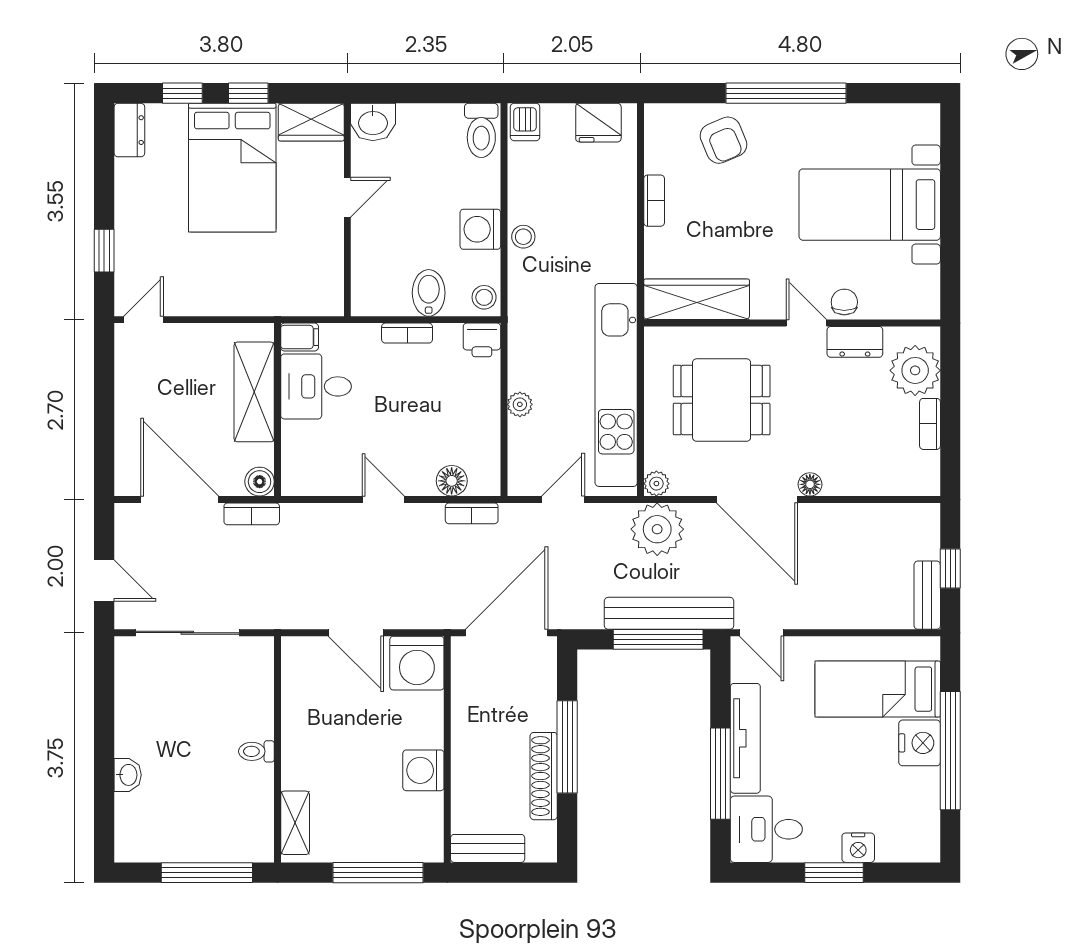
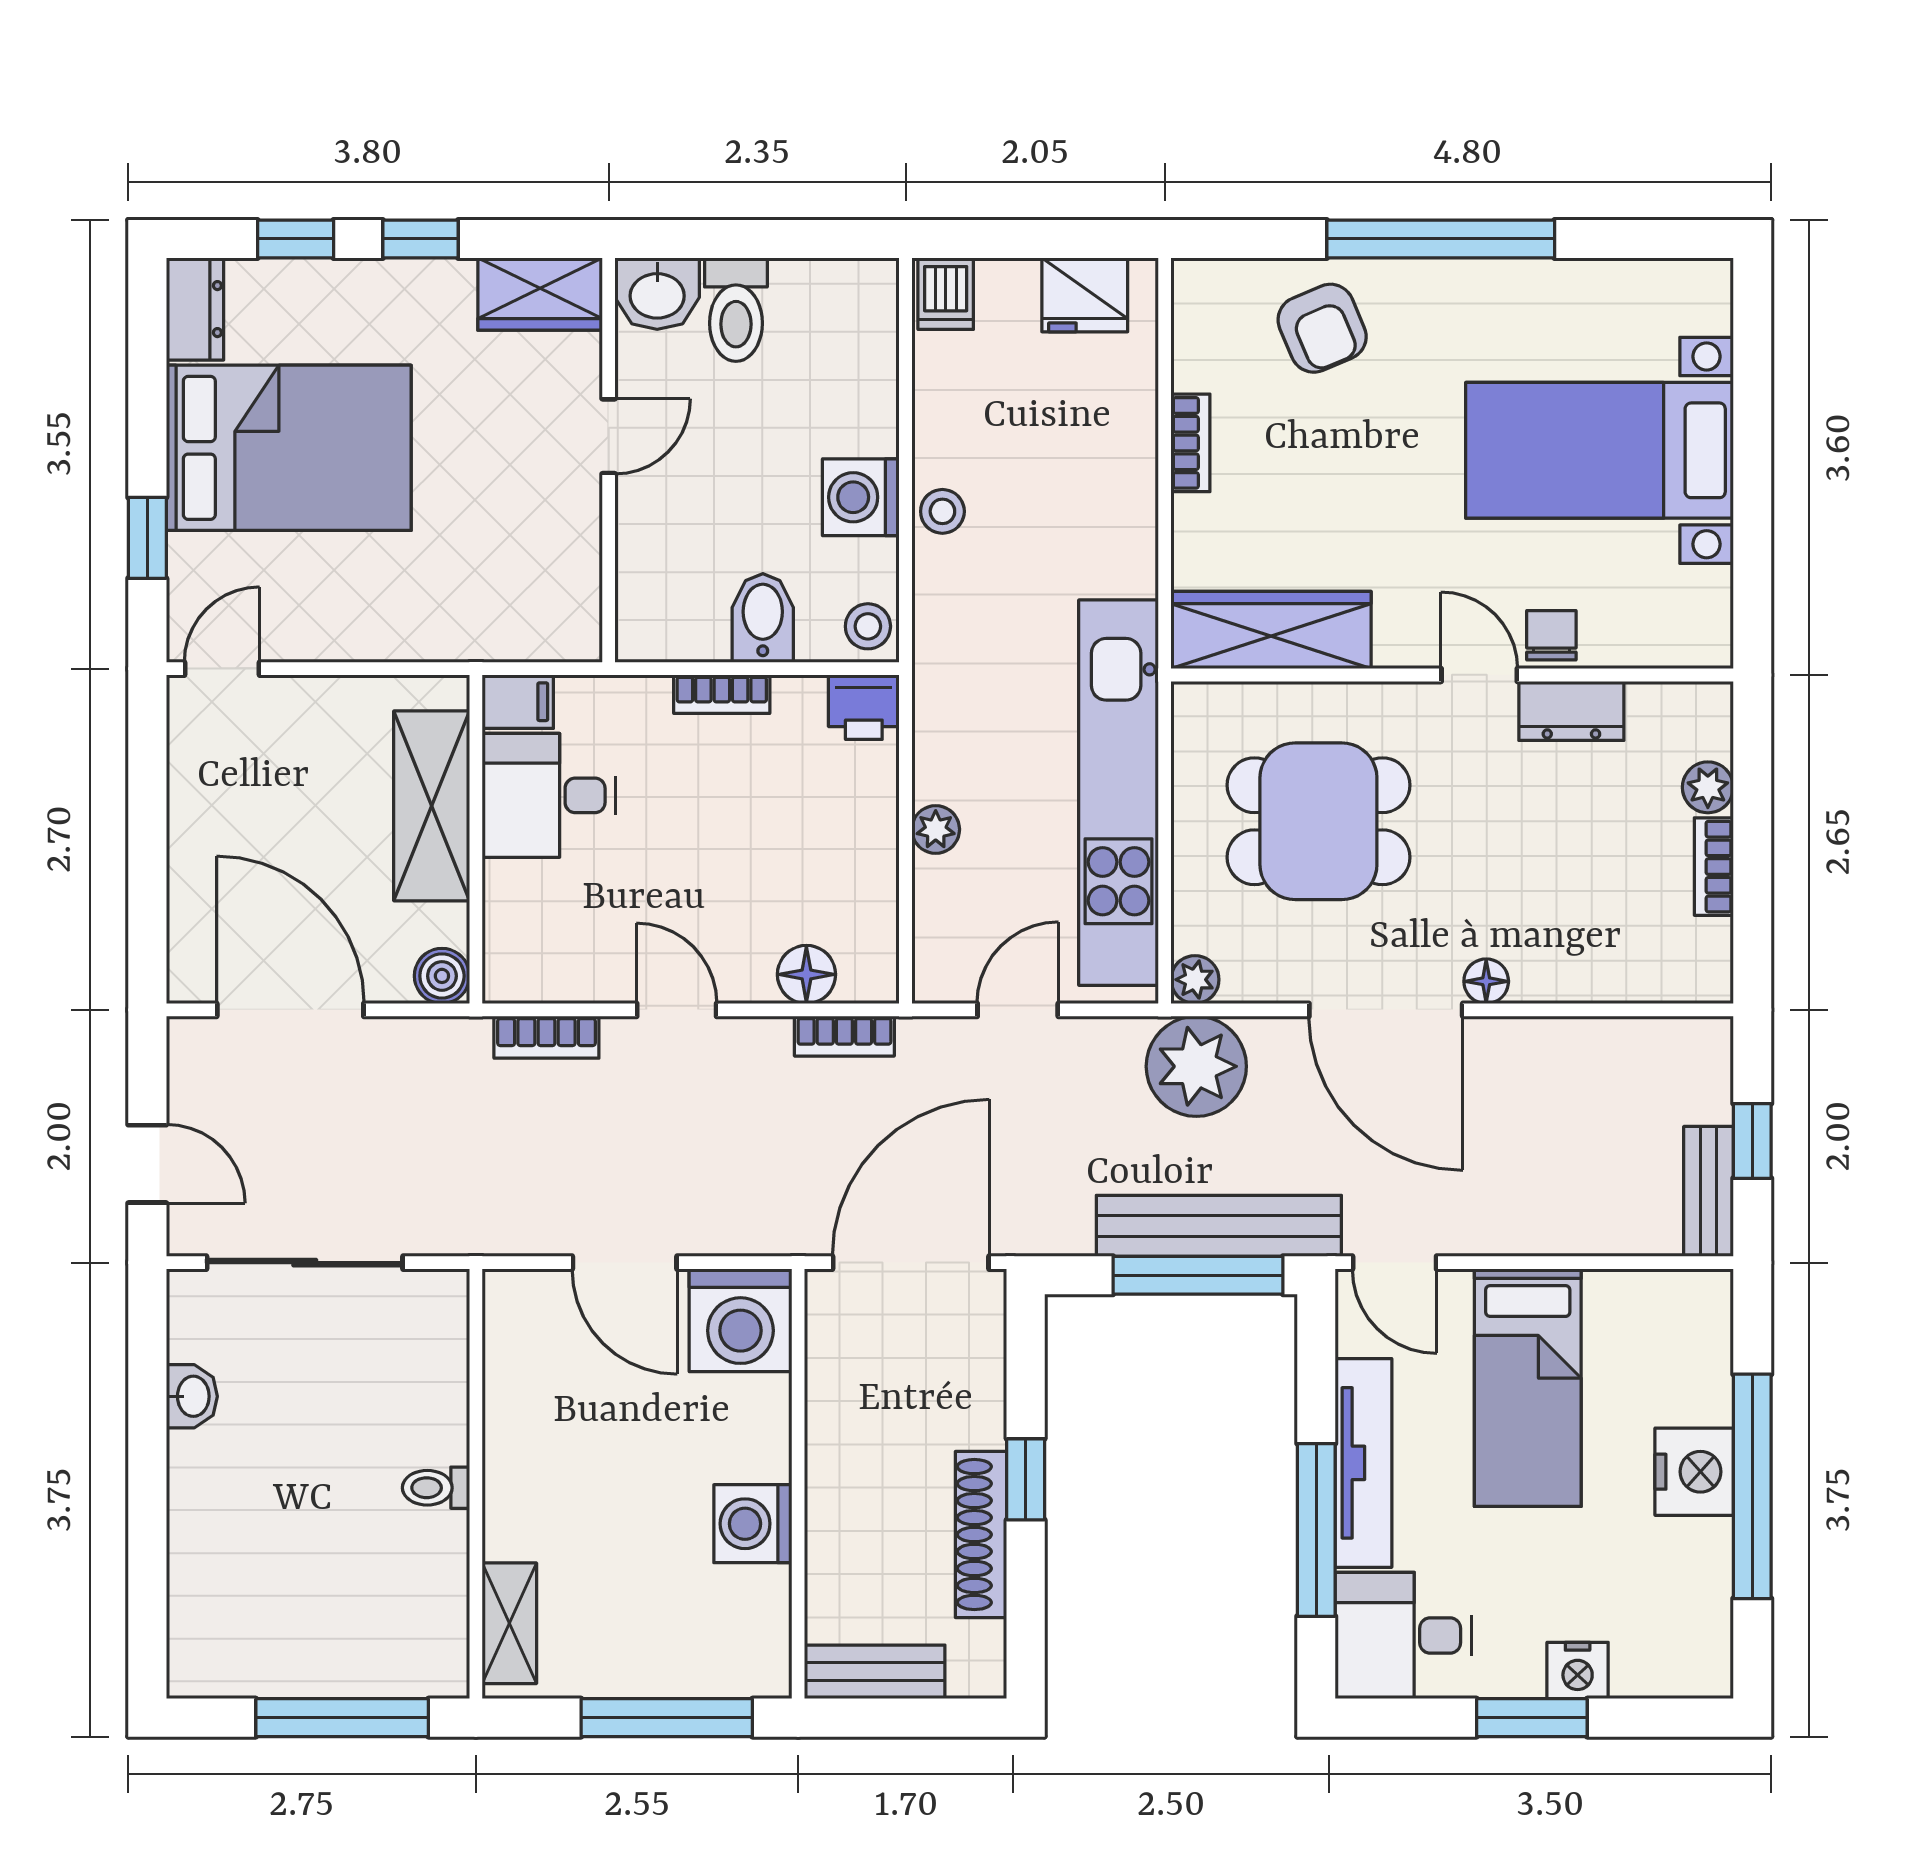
toilet: (481, 130) -> (736, 310), moved
bed: (232, 168) -> (289, 448), moved, turned -90
plant: (915, 370) -> (1708, 787), width x0.53, depth x0.53
bookcase: (252, 514) -> (546, 1037), moved
bed: (878, 689) -> (1528, 1388), moved, turned -90
window: (567, 747) -> (1026, 1479), width x0.46
washbasin: (128, 775) -> (192, 1396), moved

